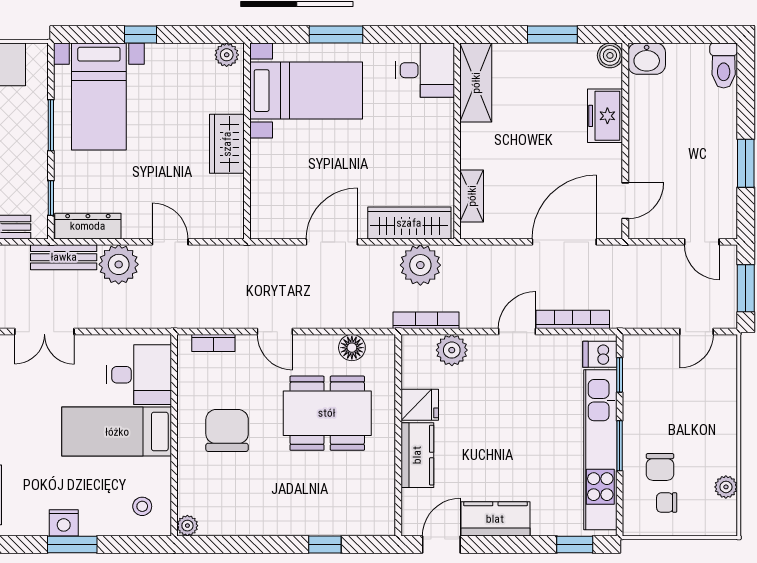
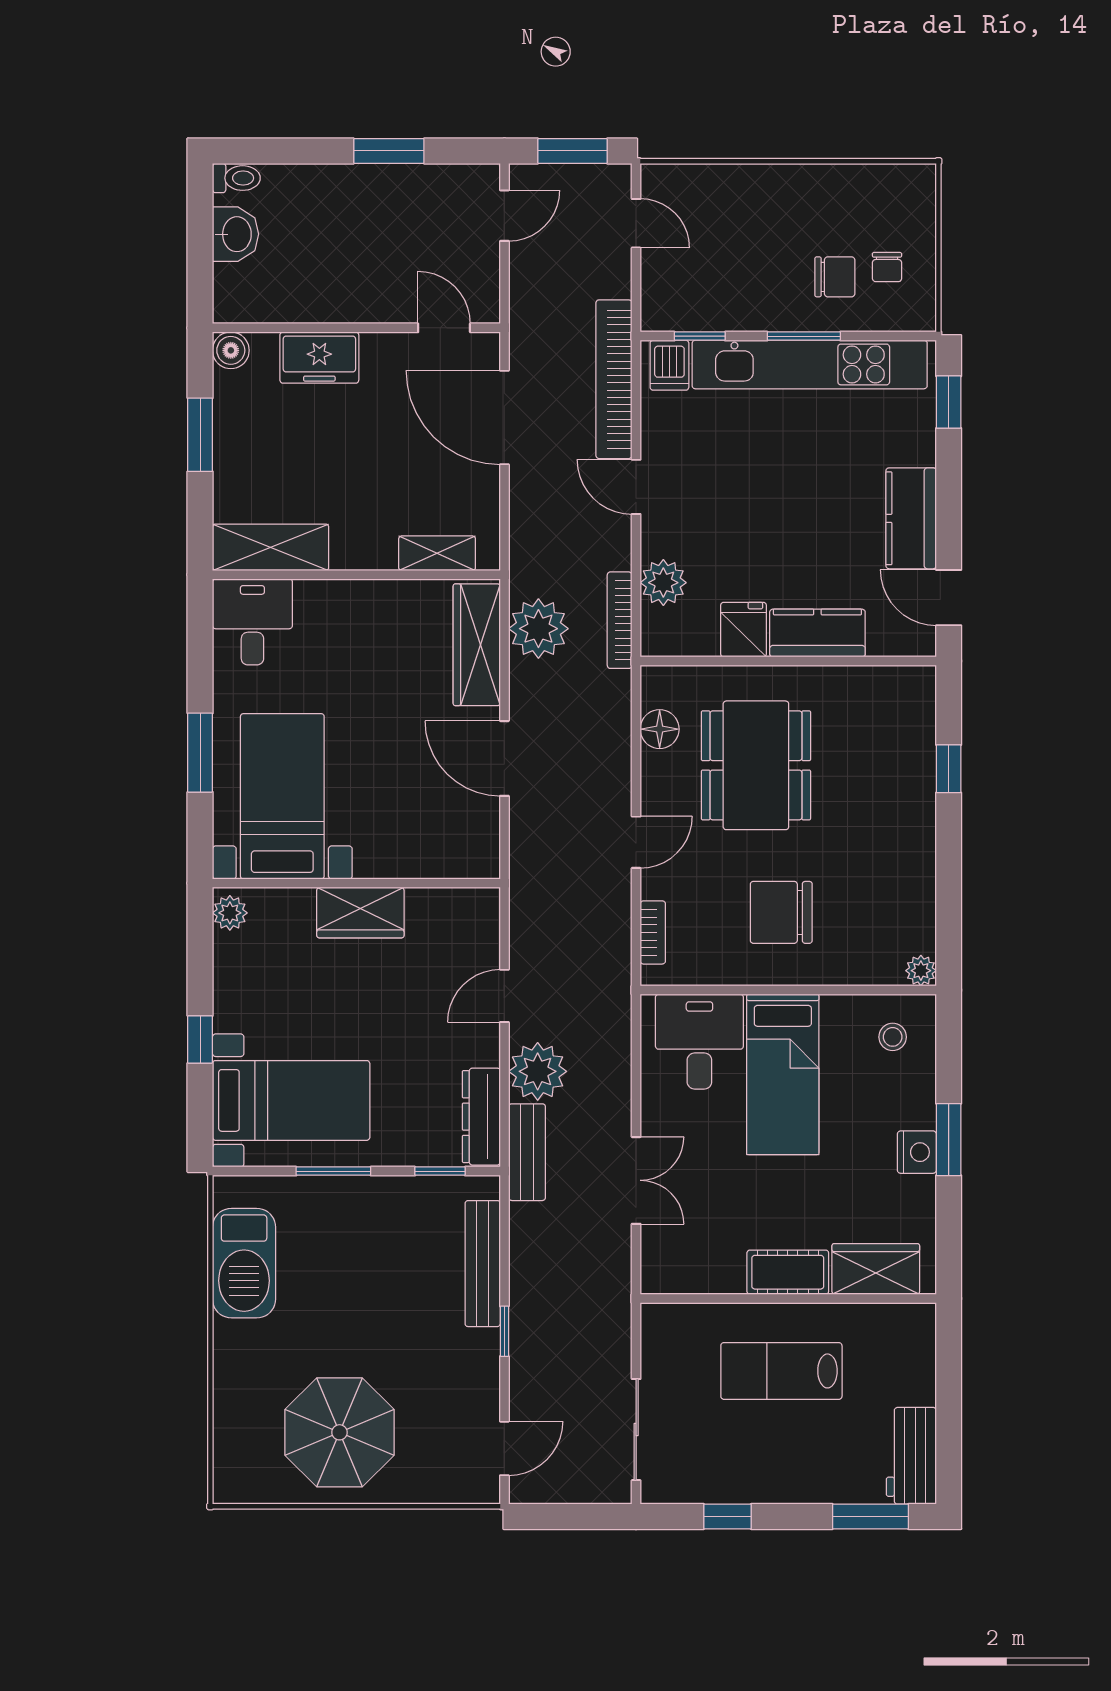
washbasin: (647, 59) -> (236, 234), moved
toilet: (724, 66) -> (236, 178), width x0.73, depth x0.72
bookcase: (573, 319) -> (614, 379), width x1.48, depth x1.31
plant: (726, 487) -> (864, 180), removed

